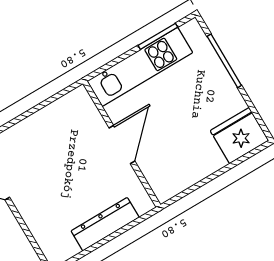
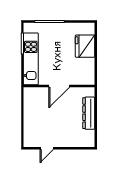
fridge: (239, 136) -> (85, 46), moved
door: (122, 145) -> (59, 86), swing flipped

